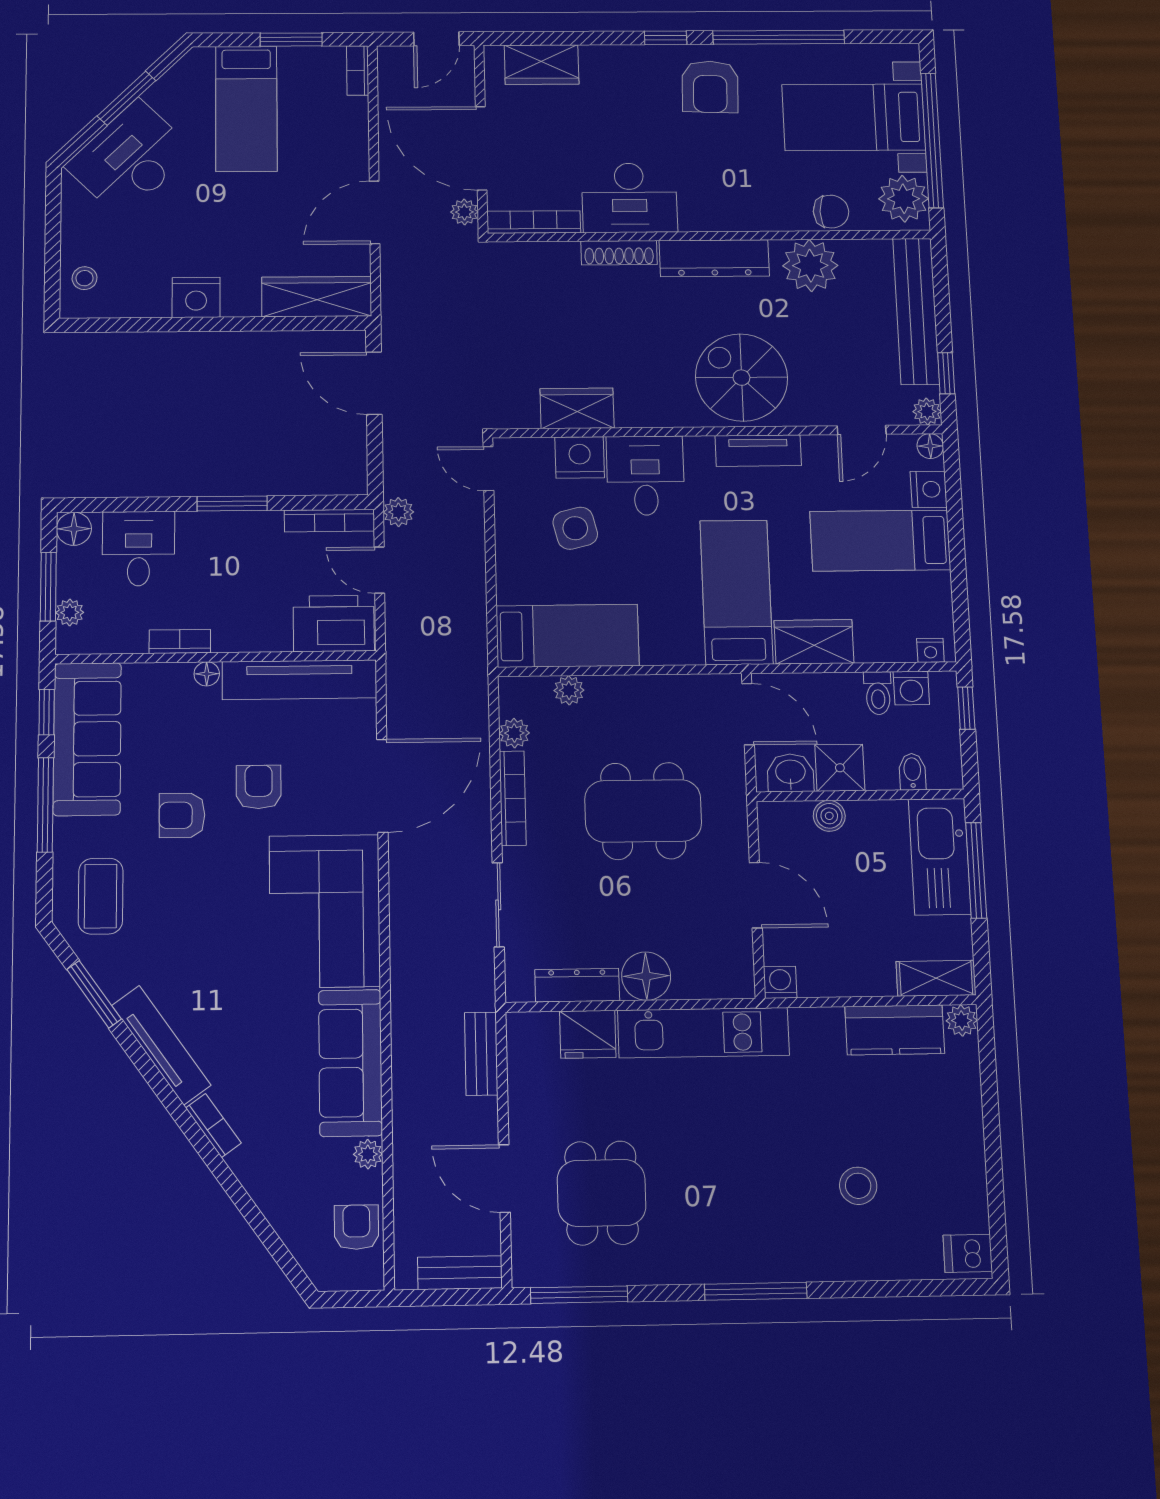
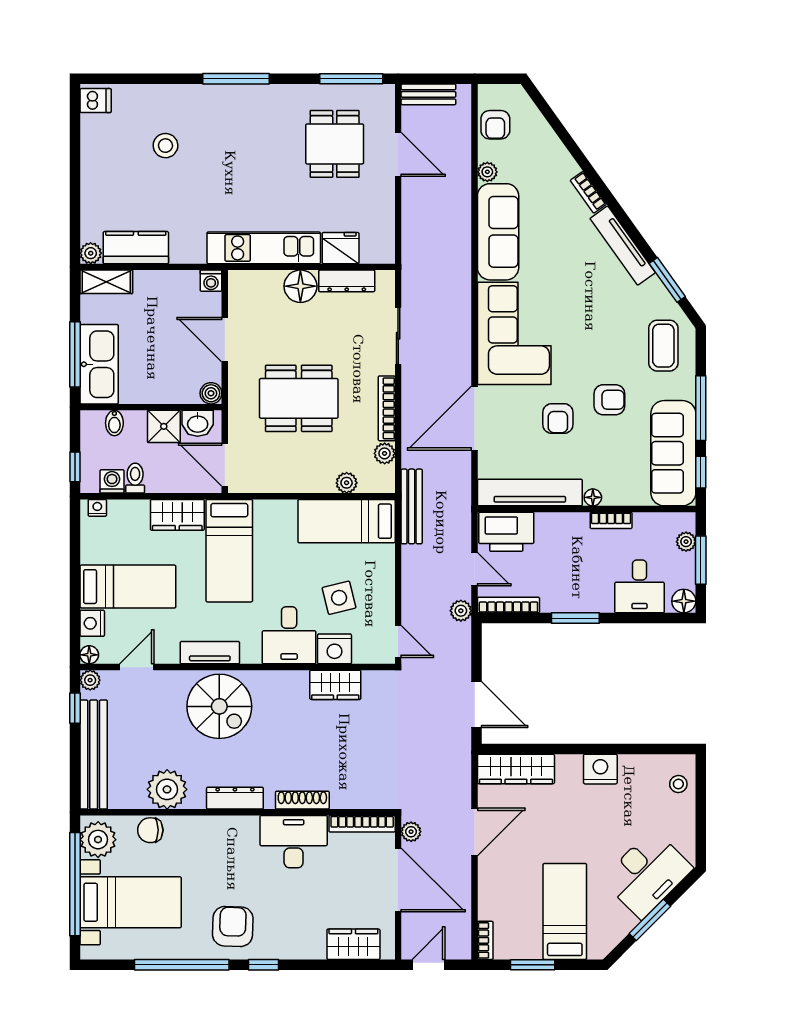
dresser: (714, 258) -> (235, 798), width x0.73, depth x0.80
boiler: (829, 816) -> (211, 393), moved
bench: (481, 1054) -> (412, 506), moved, width x1.36

